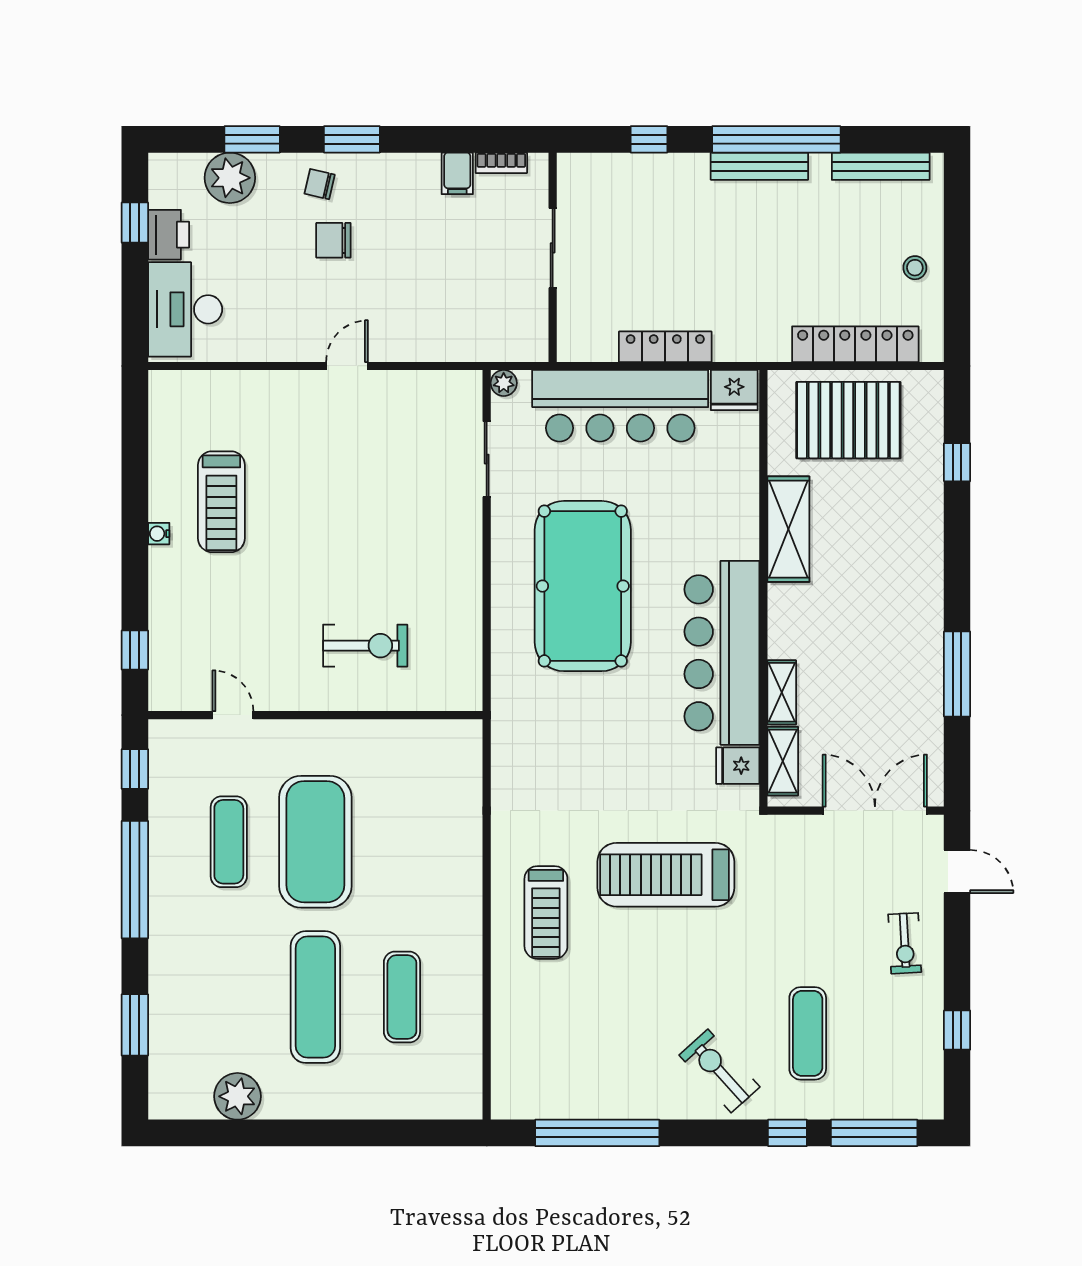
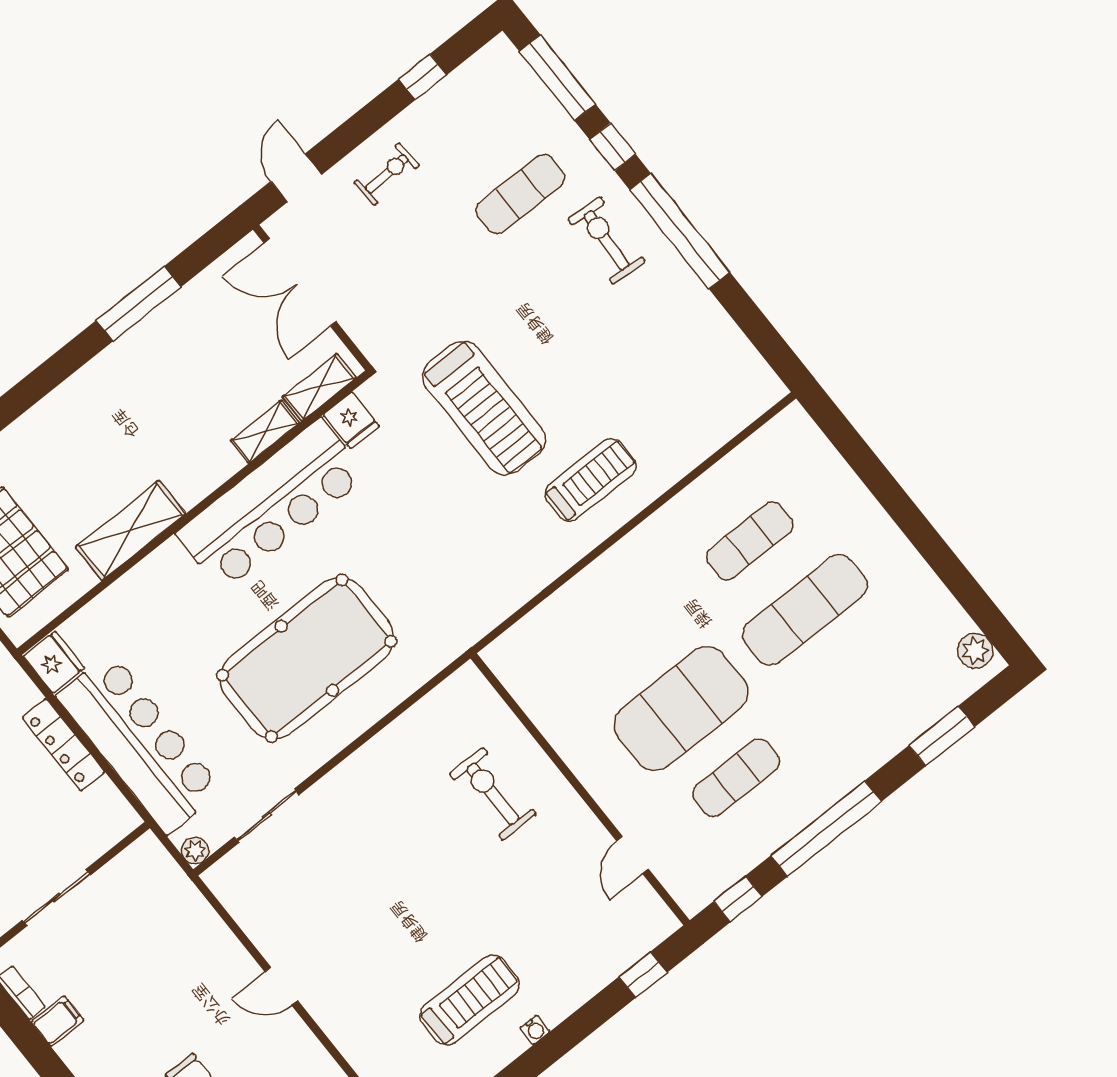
exercise bike: (719, 1071) -> (606, 240), turned 136
plant: (237, 1096) -> (975, 651), moved, width x0.73, depth x0.73
window: (597, 1133) -> (680, 231), moved

